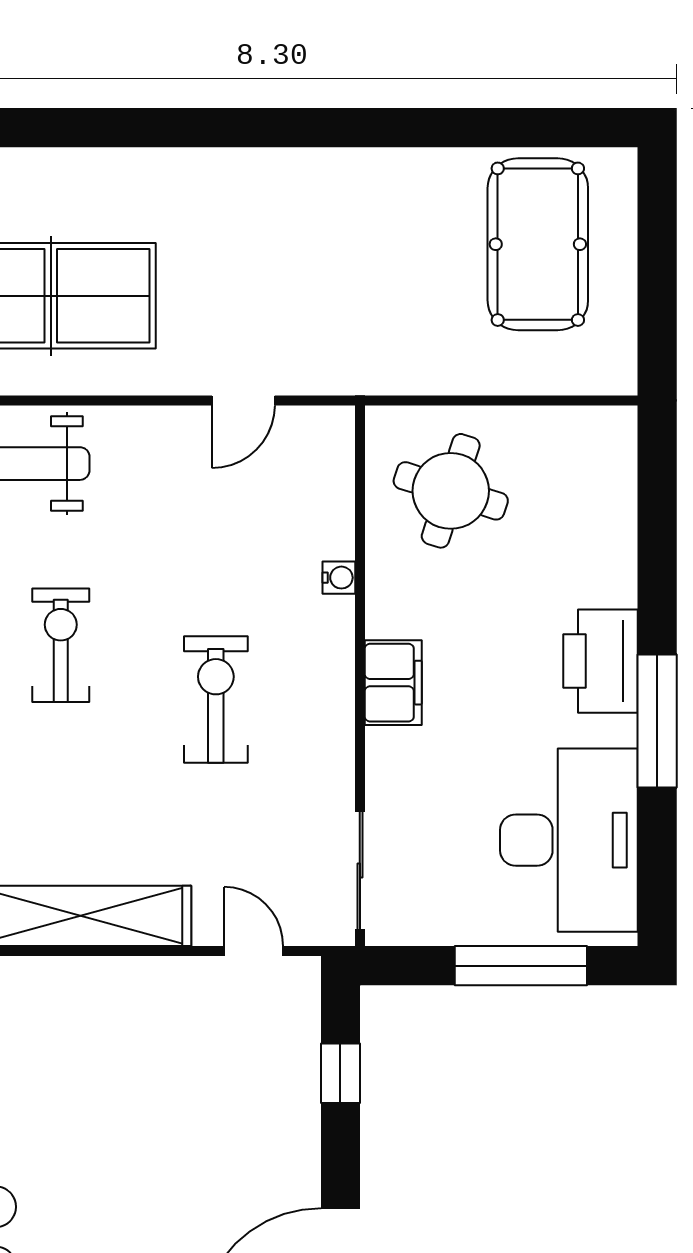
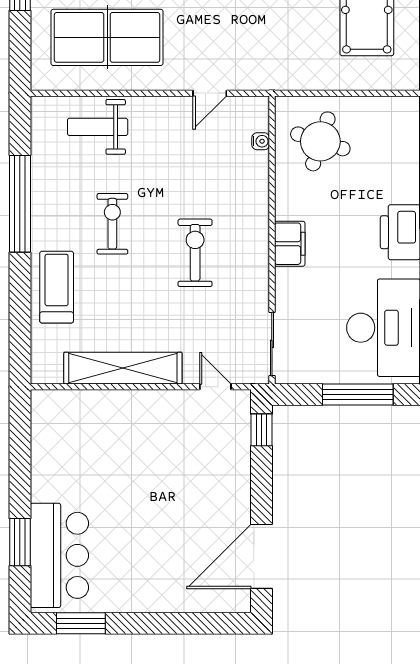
water cooler: (339, 578) -> (261, 141), moved
window: (340, 1073) -> (262, 430), moved

